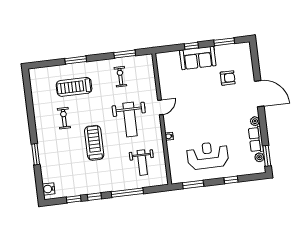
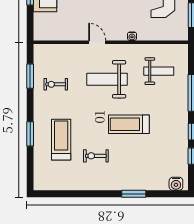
treadmill: (74, 87) -> (61, 140), turned 180
weight bench: (130, 120) -> (107, 79), turned 180

